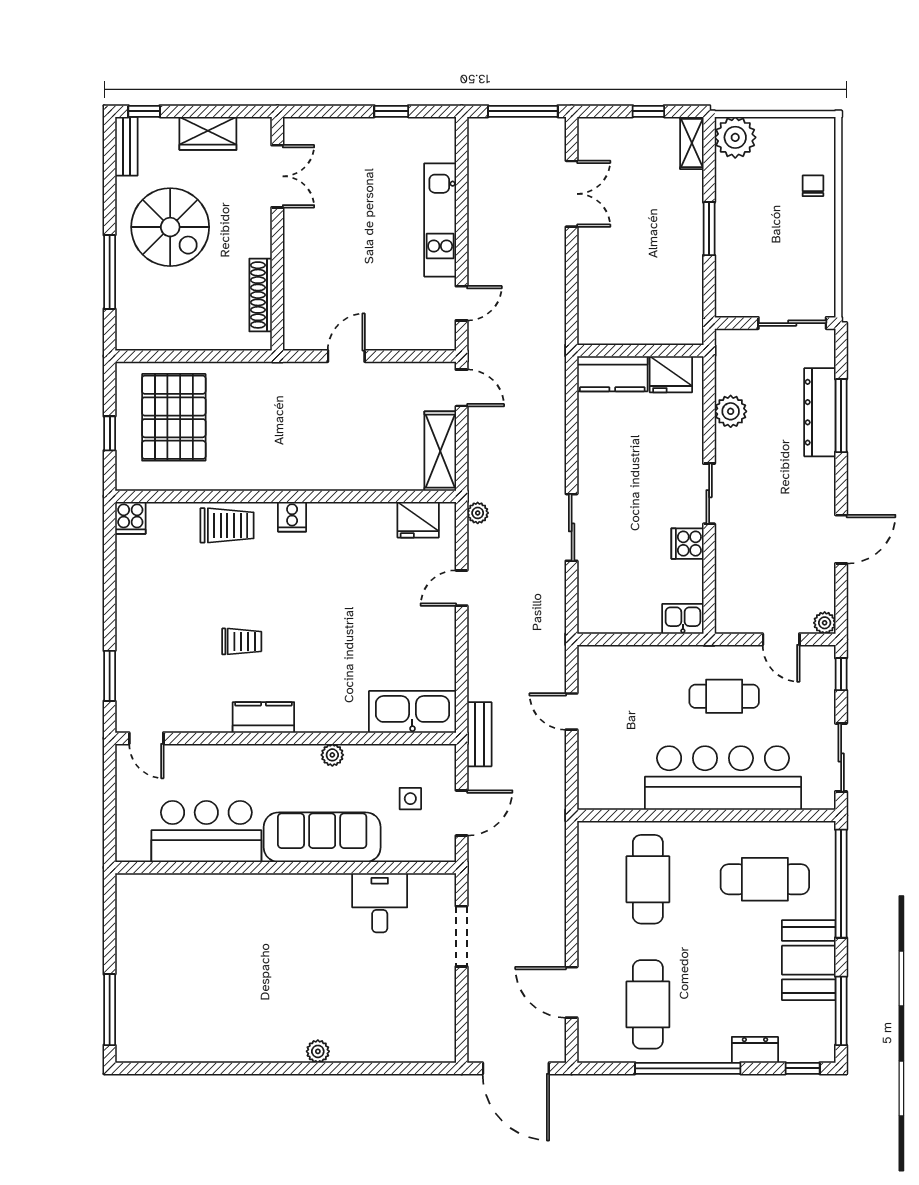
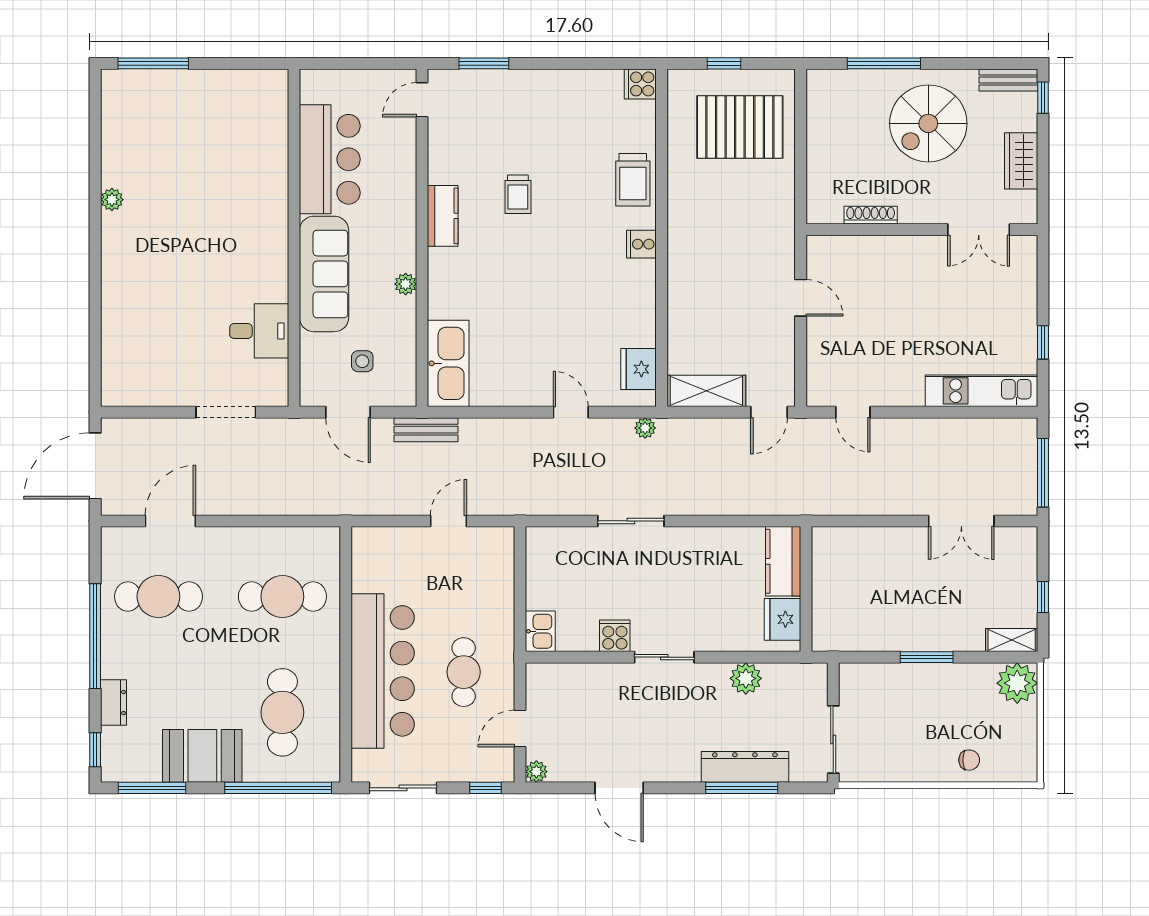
kitchen unit: (440, 220) -> (981, 391), moved
shoe rack: (261, 295) -> (871, 215), width x0.74, depth x0.81
plant: (318, 1051) -> (112, 200), moved

